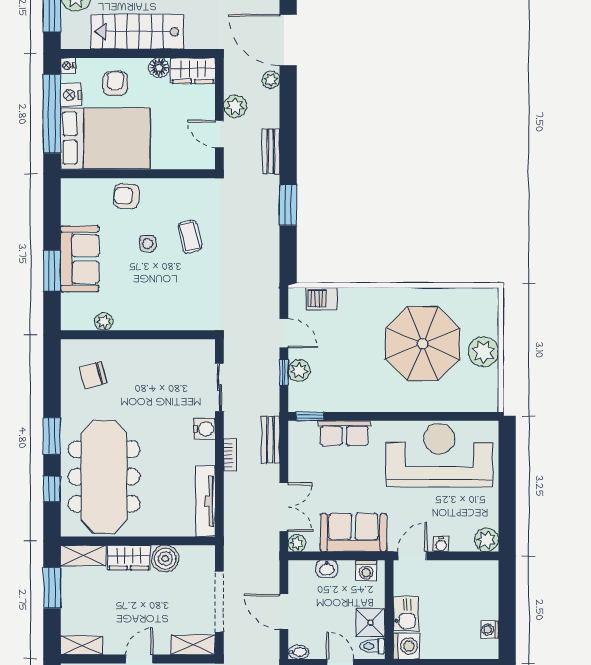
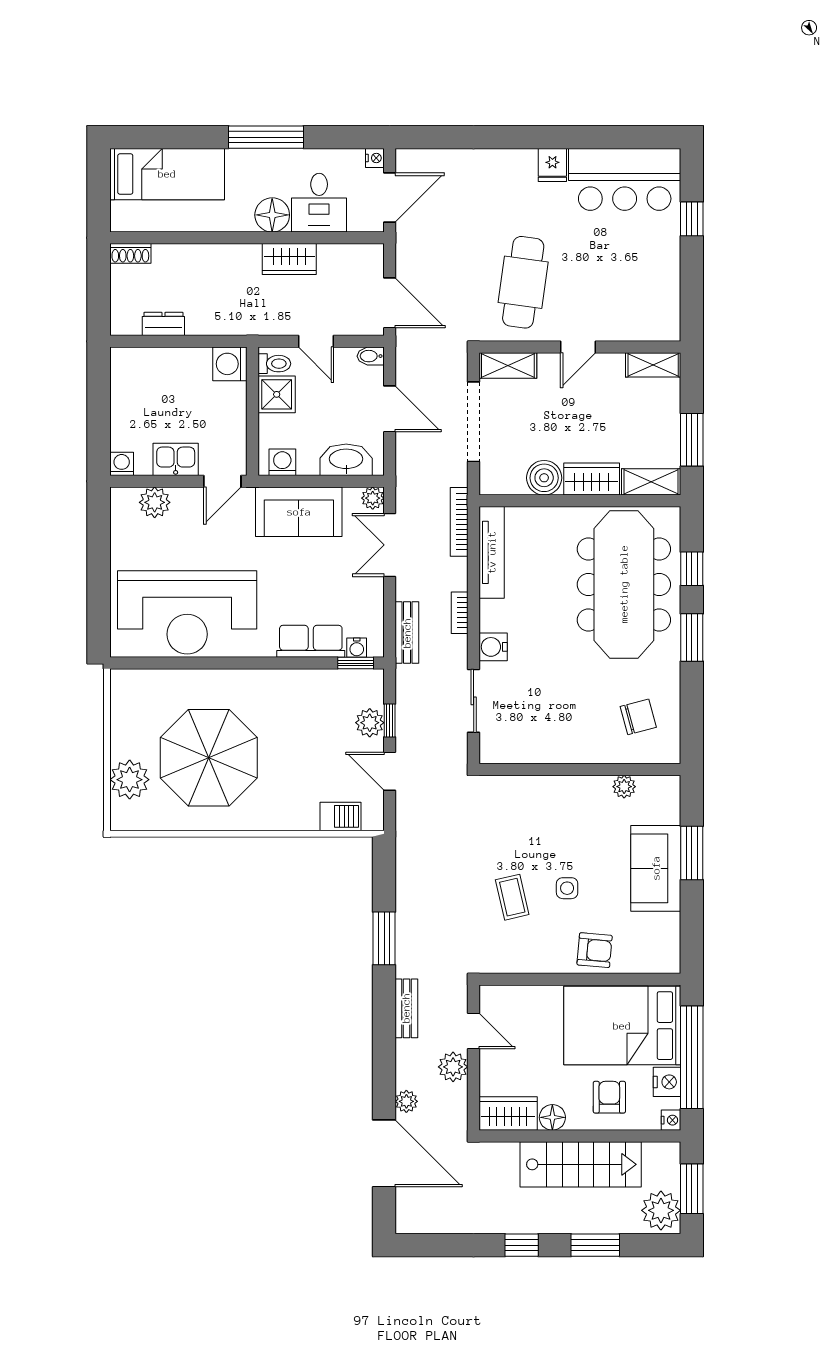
armchair: (115, 83) -> (609, 1097), turned 180
plant: (483, 352) -> (130, 780), moved
bookcase: (230, 525) -> (459, 522), added
plant: (487, 540) -> (155, 502), moved
water cooler: (441, 544) -> (357, 648), moved, turned 180
washbasin: (327, 569) -> (346, 460), width x1.91, depth x1.45
kitchen sink: (406, 614) -> (176, 459), moved, turned 90
washing machine: (490, 630) -> (122, 464), moved, turned -90

